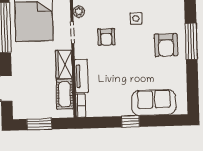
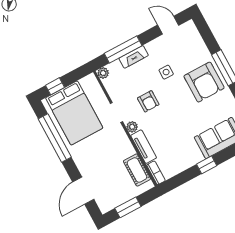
plant: (79, 12) -> (132, 127), moved
armchair: (166, 45) -> (204, 82), width x1.36, depth x1.36
wardrobe: (64, 64) -> (123, 144), removed

